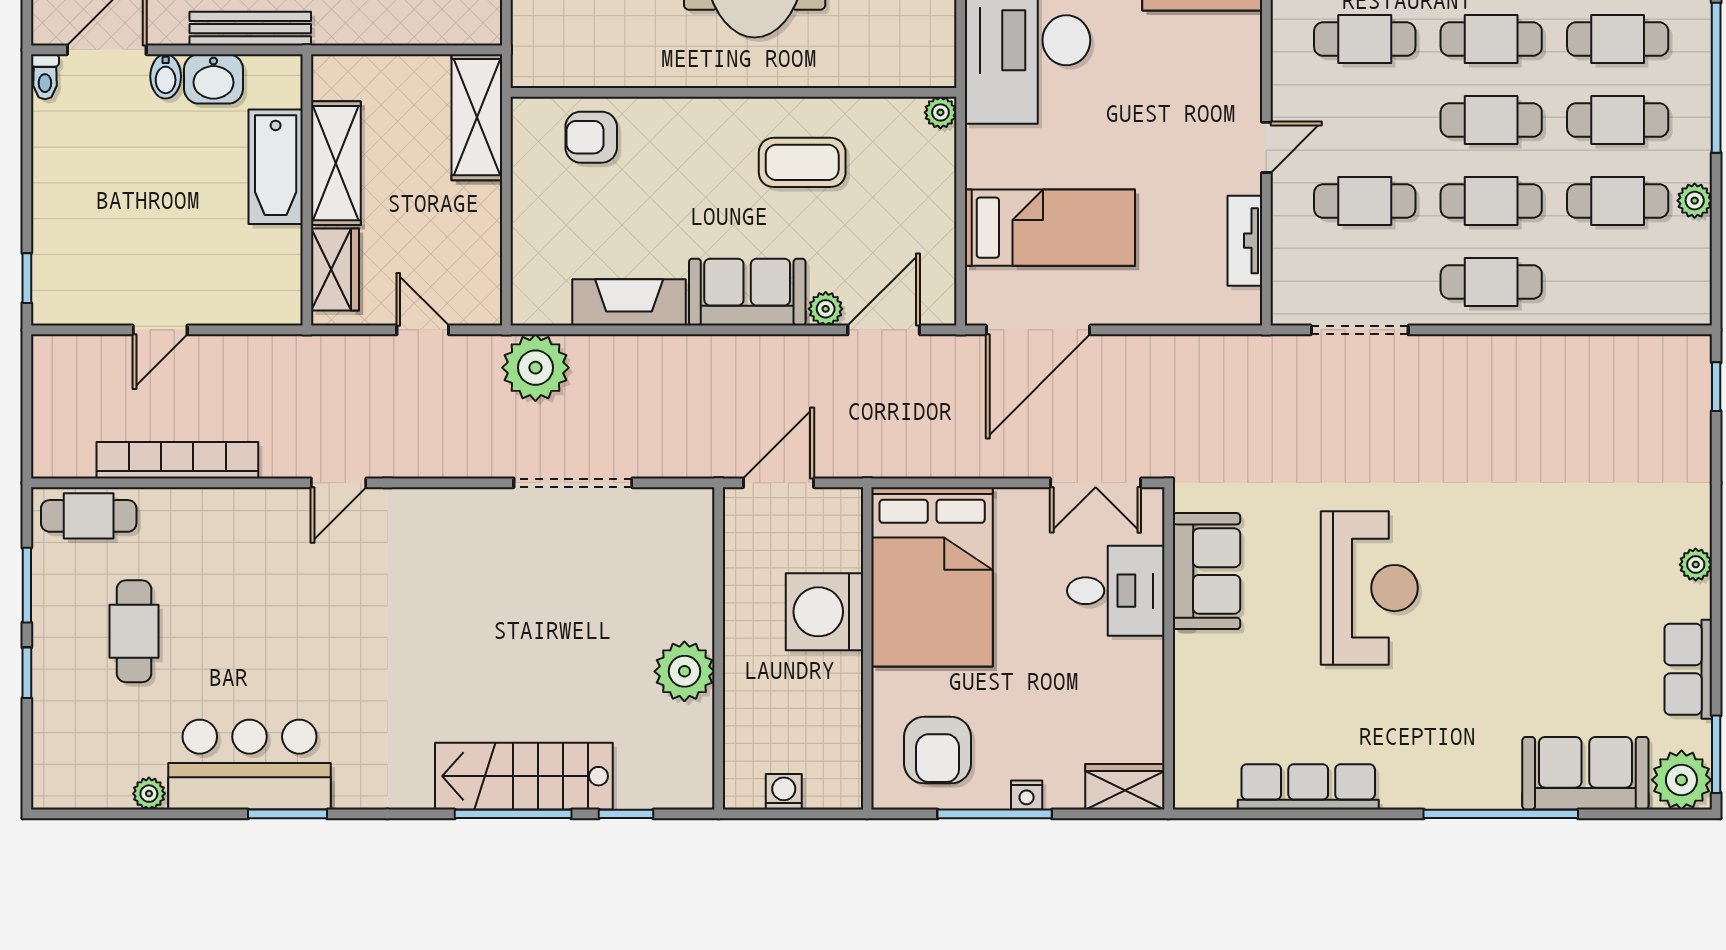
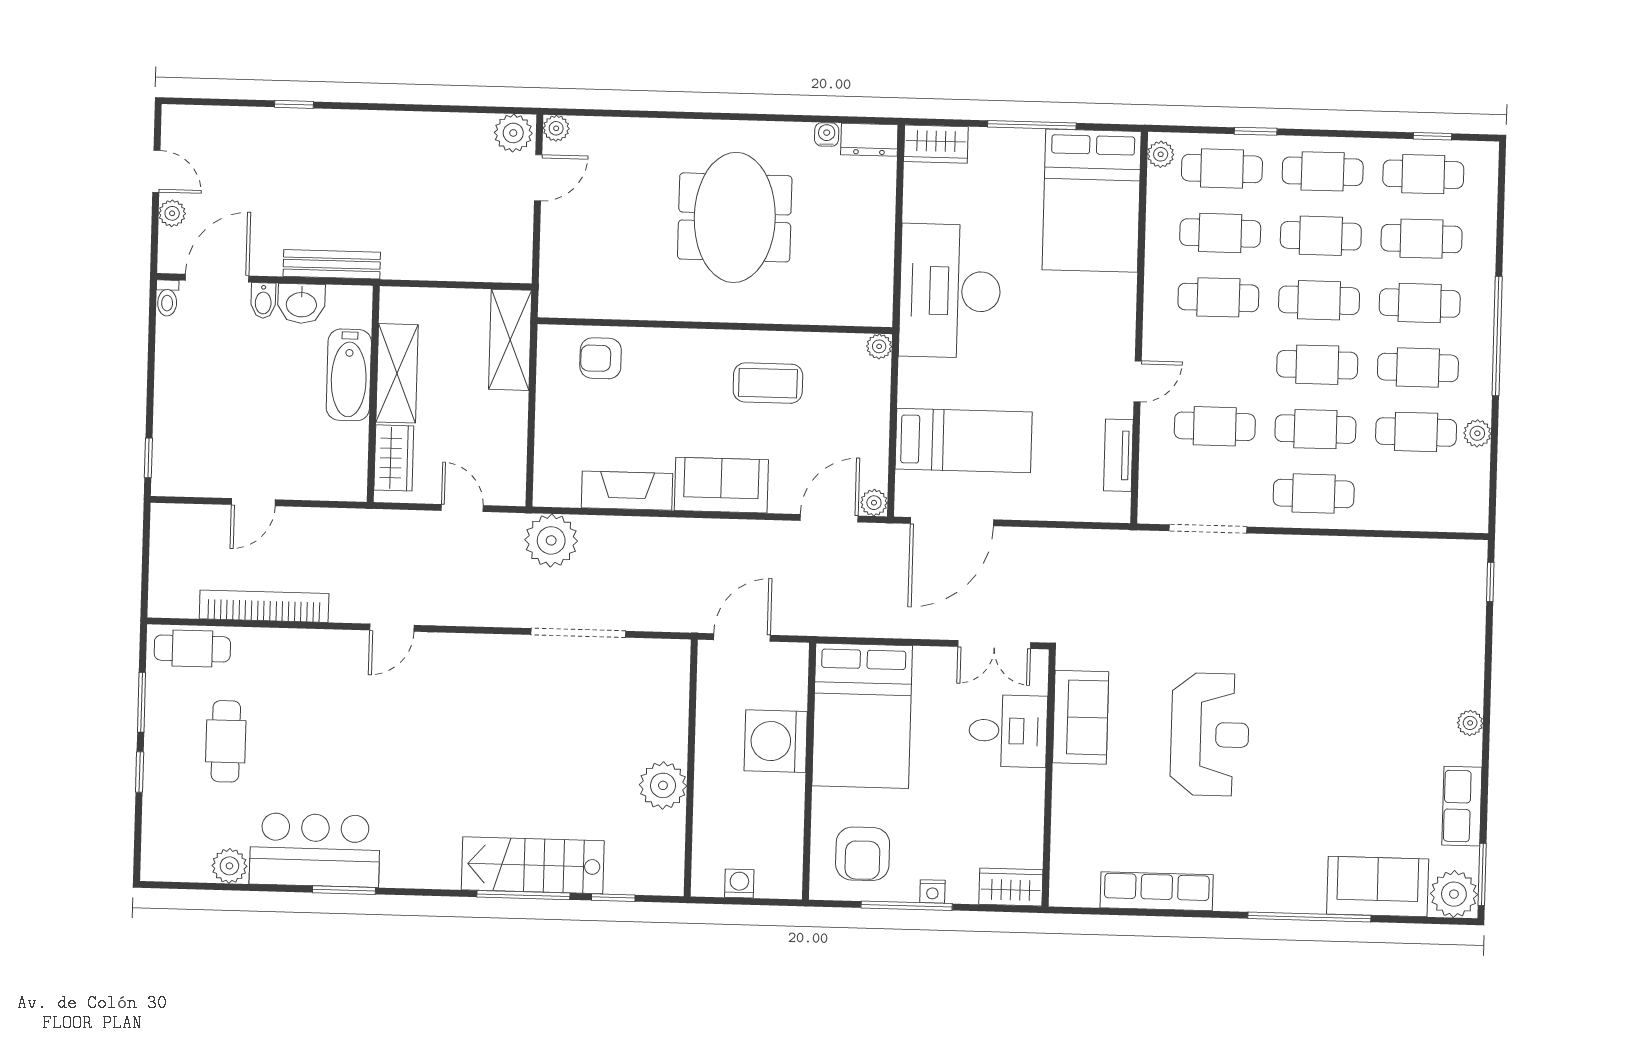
plant: (826, 309) -> (874, 503), moved
plant: (149, 794) -> (229, 866), width x1.38, depth x1.38

